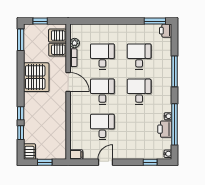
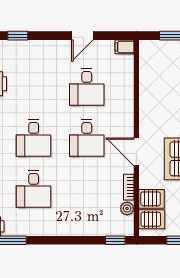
window: (83, 21) -> (115, 240), added
desk: (102, 56) -> (87, 189), removed

